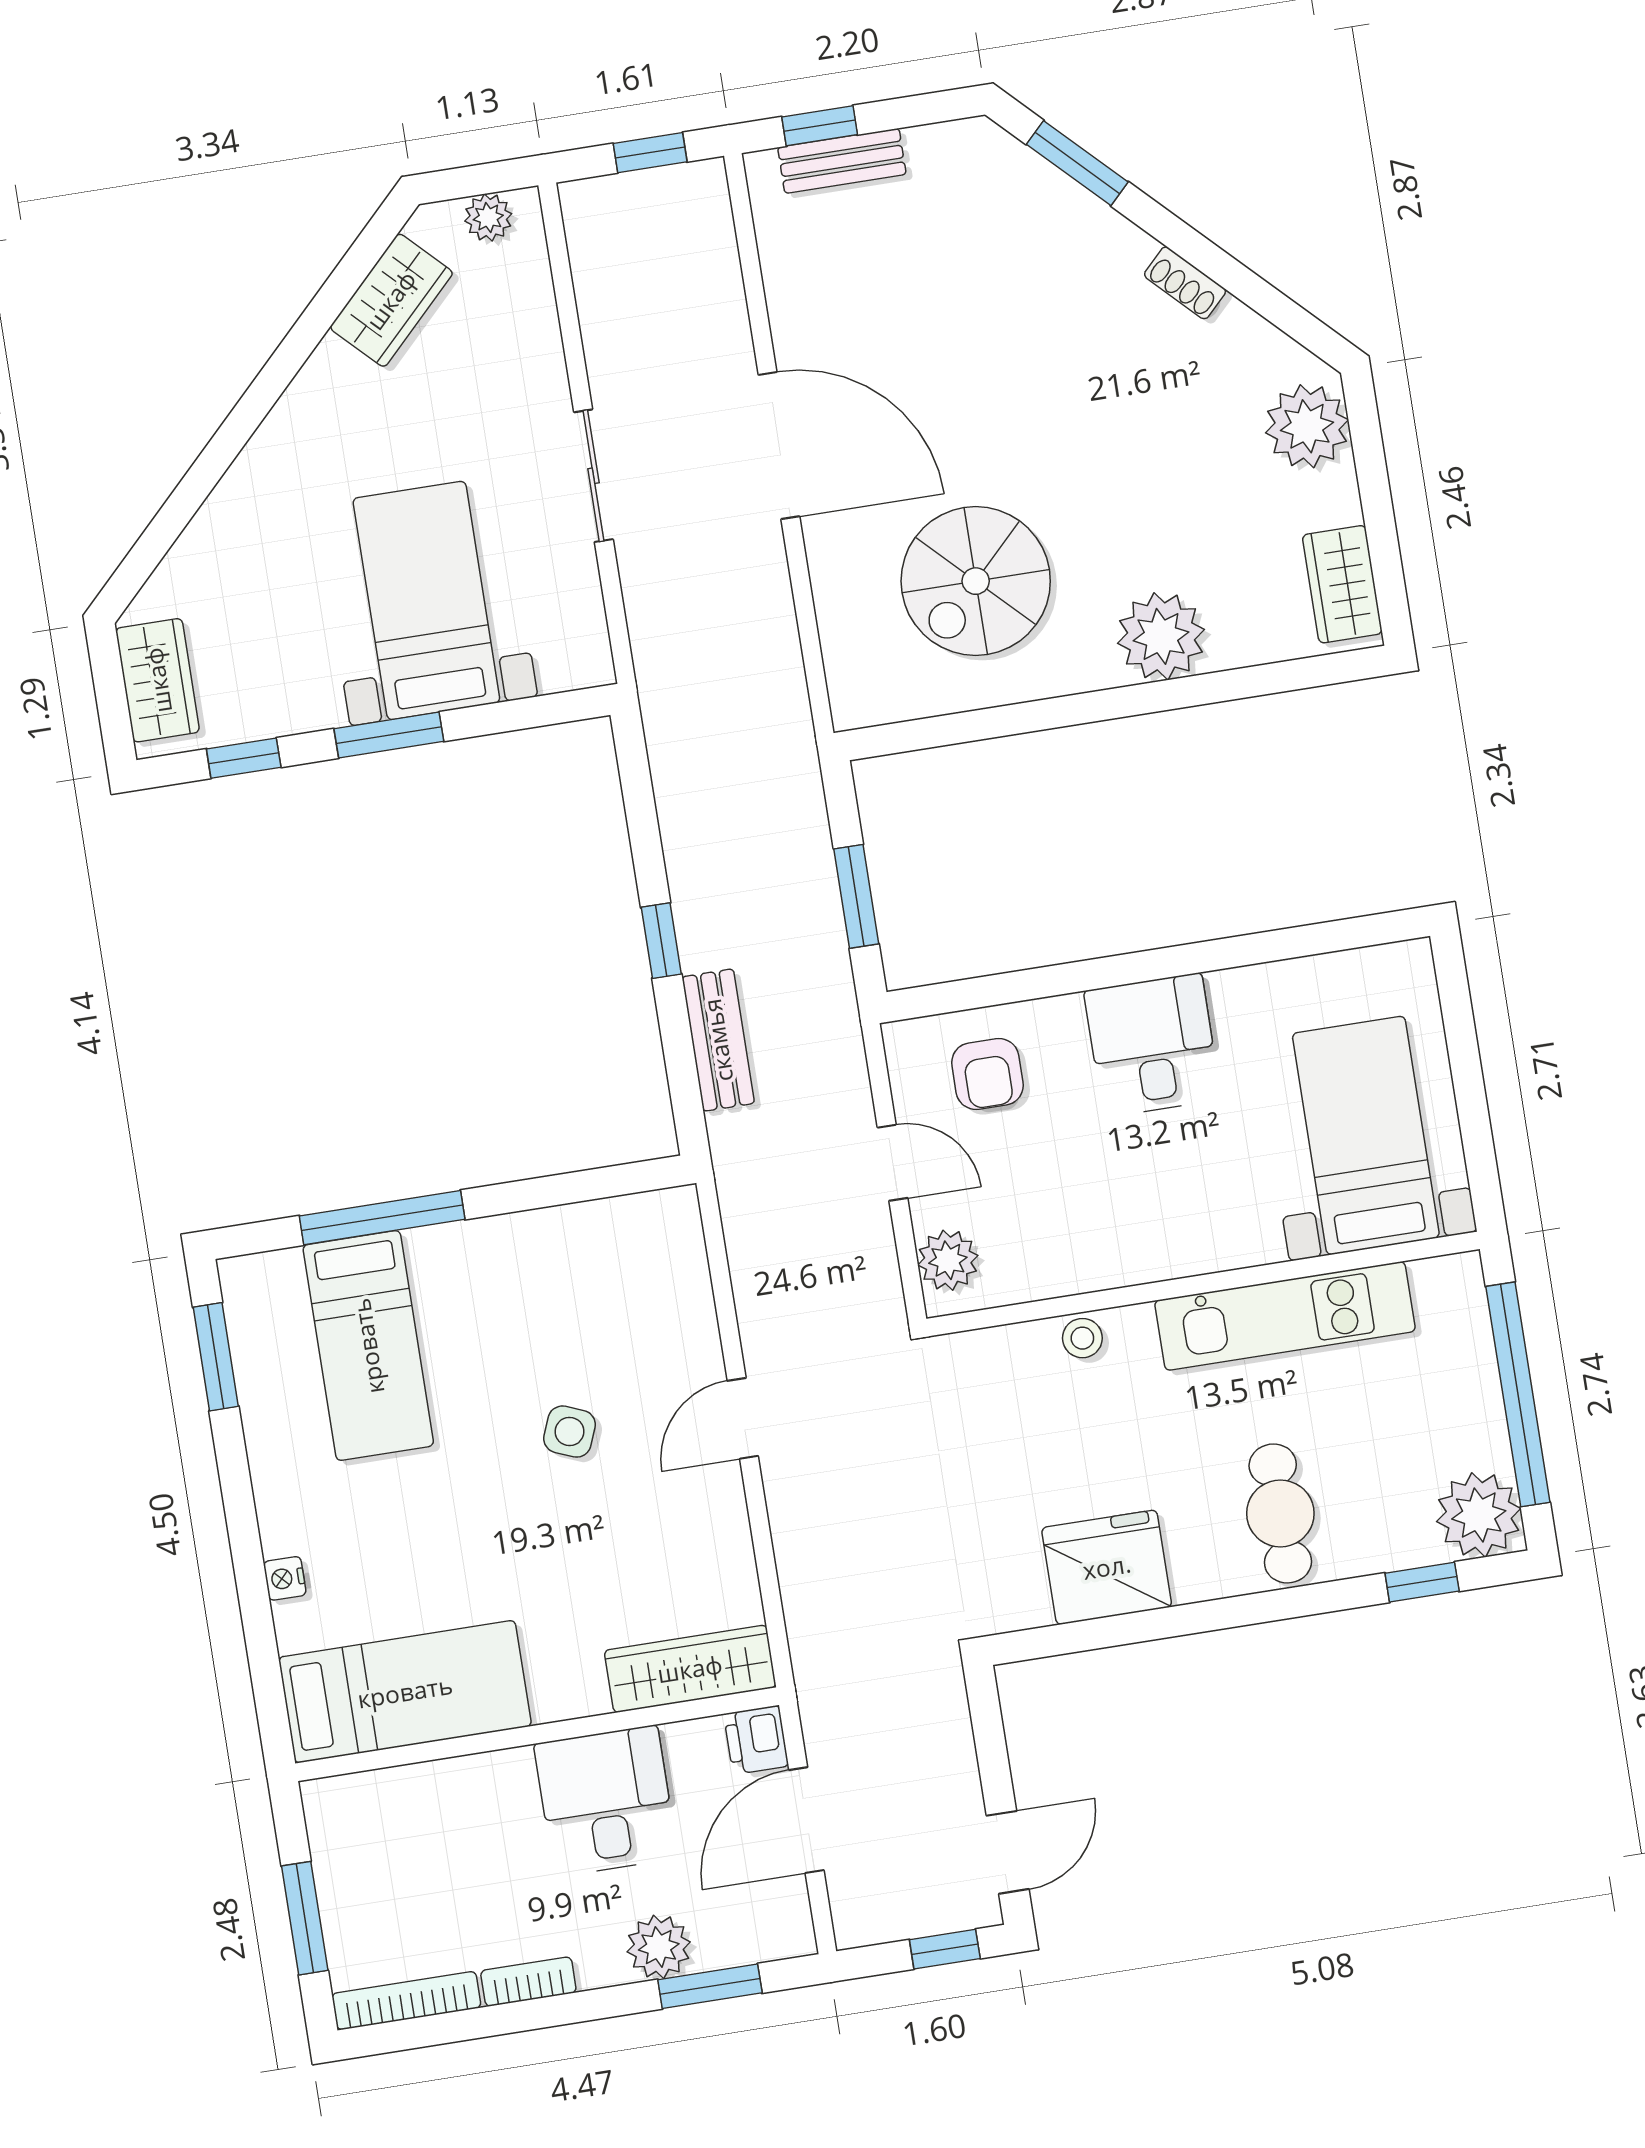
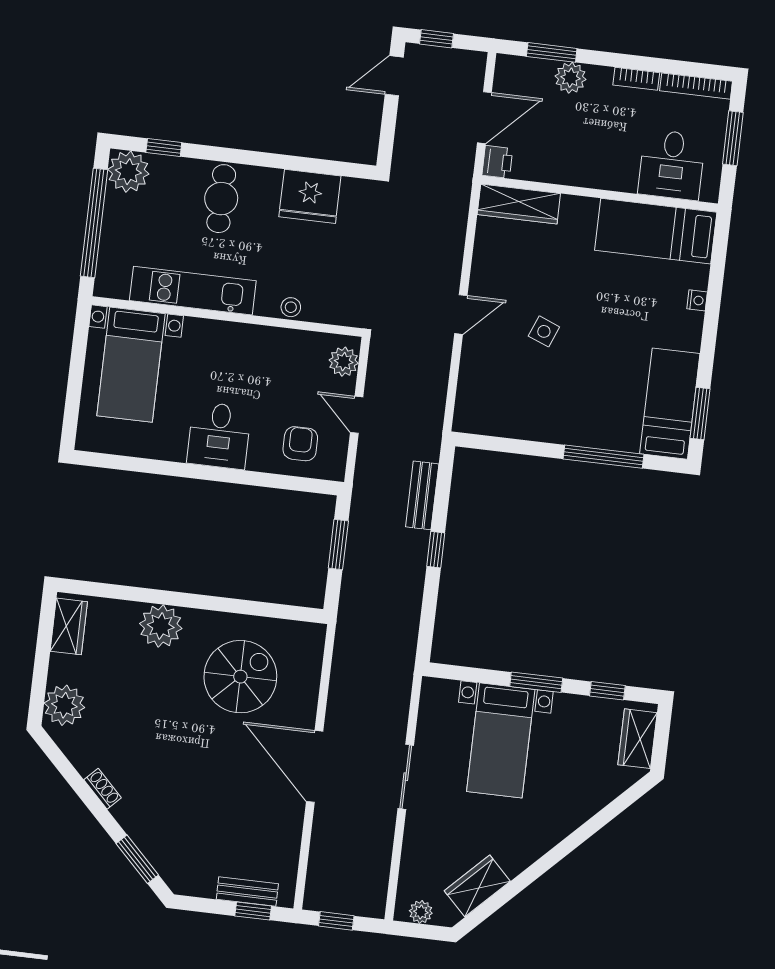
bed: (368, 1346) -> (670, 404), moved
desk: (606, 1801) -> (672, 165), moved

